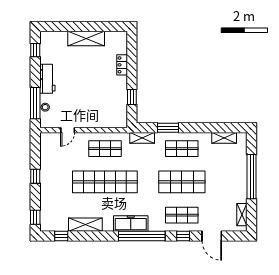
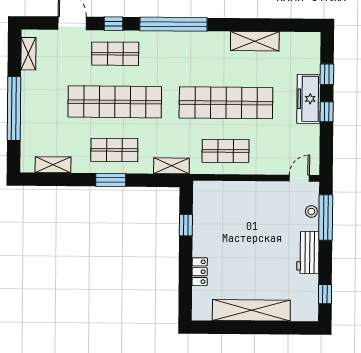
shelving: (86, 38) -> (251, 310), width x1.47
window: (168, 128) -> (111, 180), moved
door: (68, 130) -> (299, 178), moved
shop shelf: (182, 182) -> (115, 102), width x1.40
window: (35, 217) -> (327, 74), moved
freezer: (131, 223) -> (309, 99), moved, turned 90
window: (61, 236) -> (290, 25), removed

